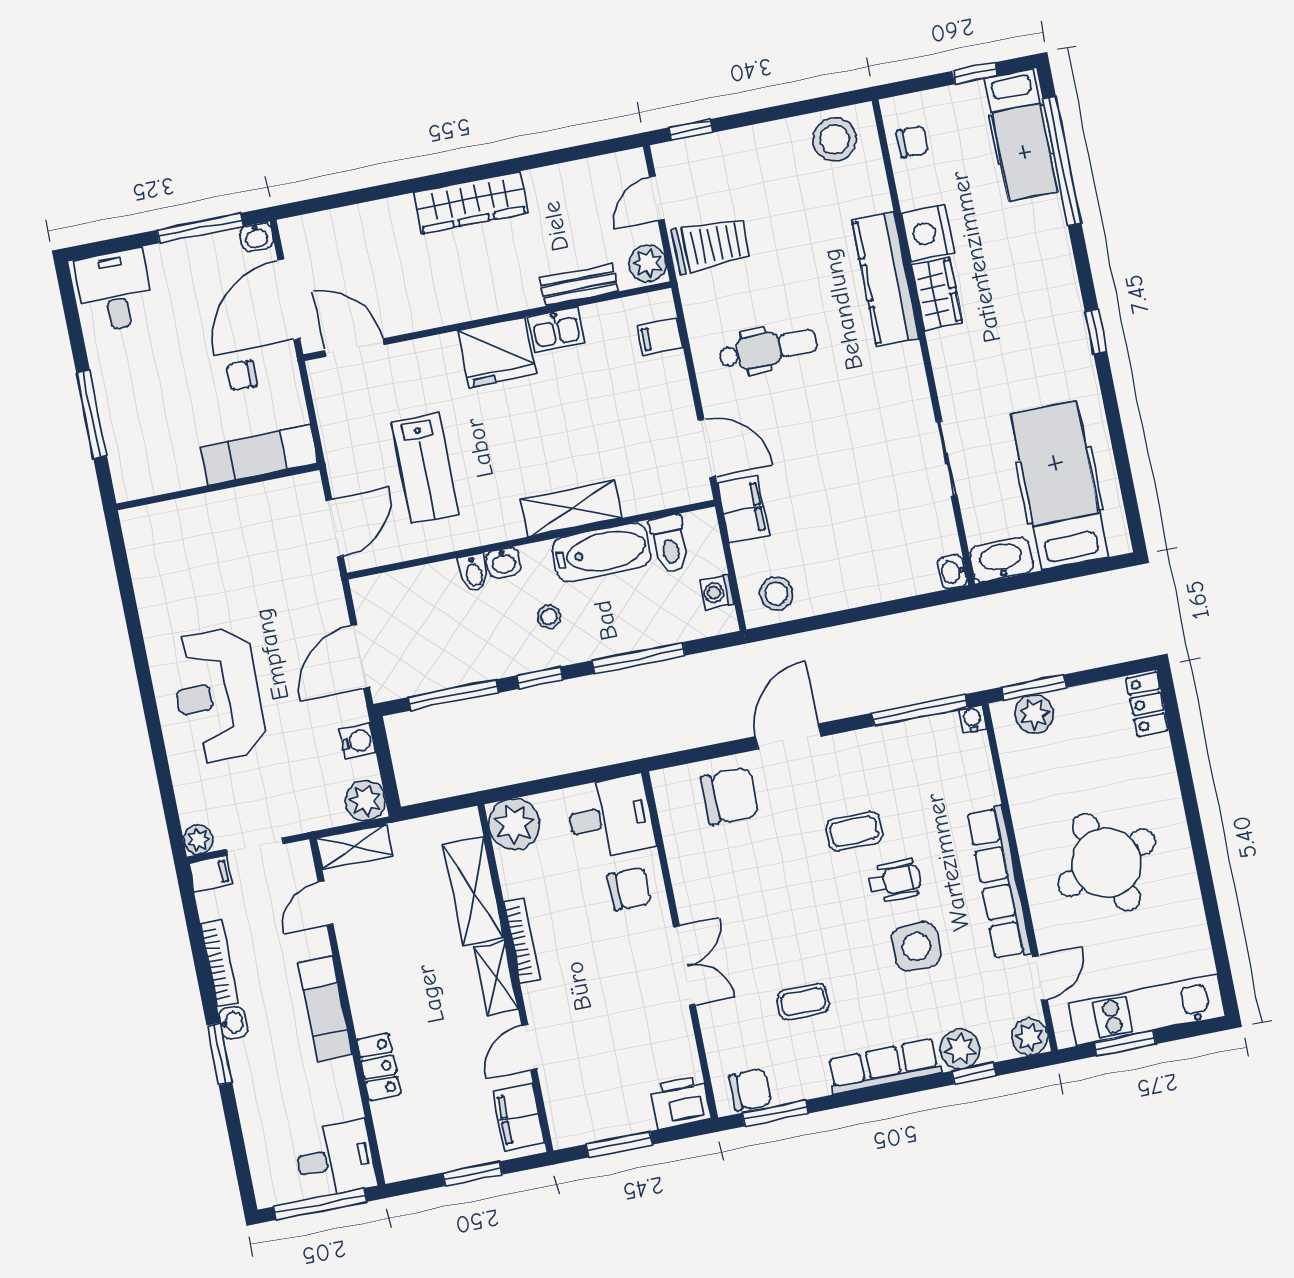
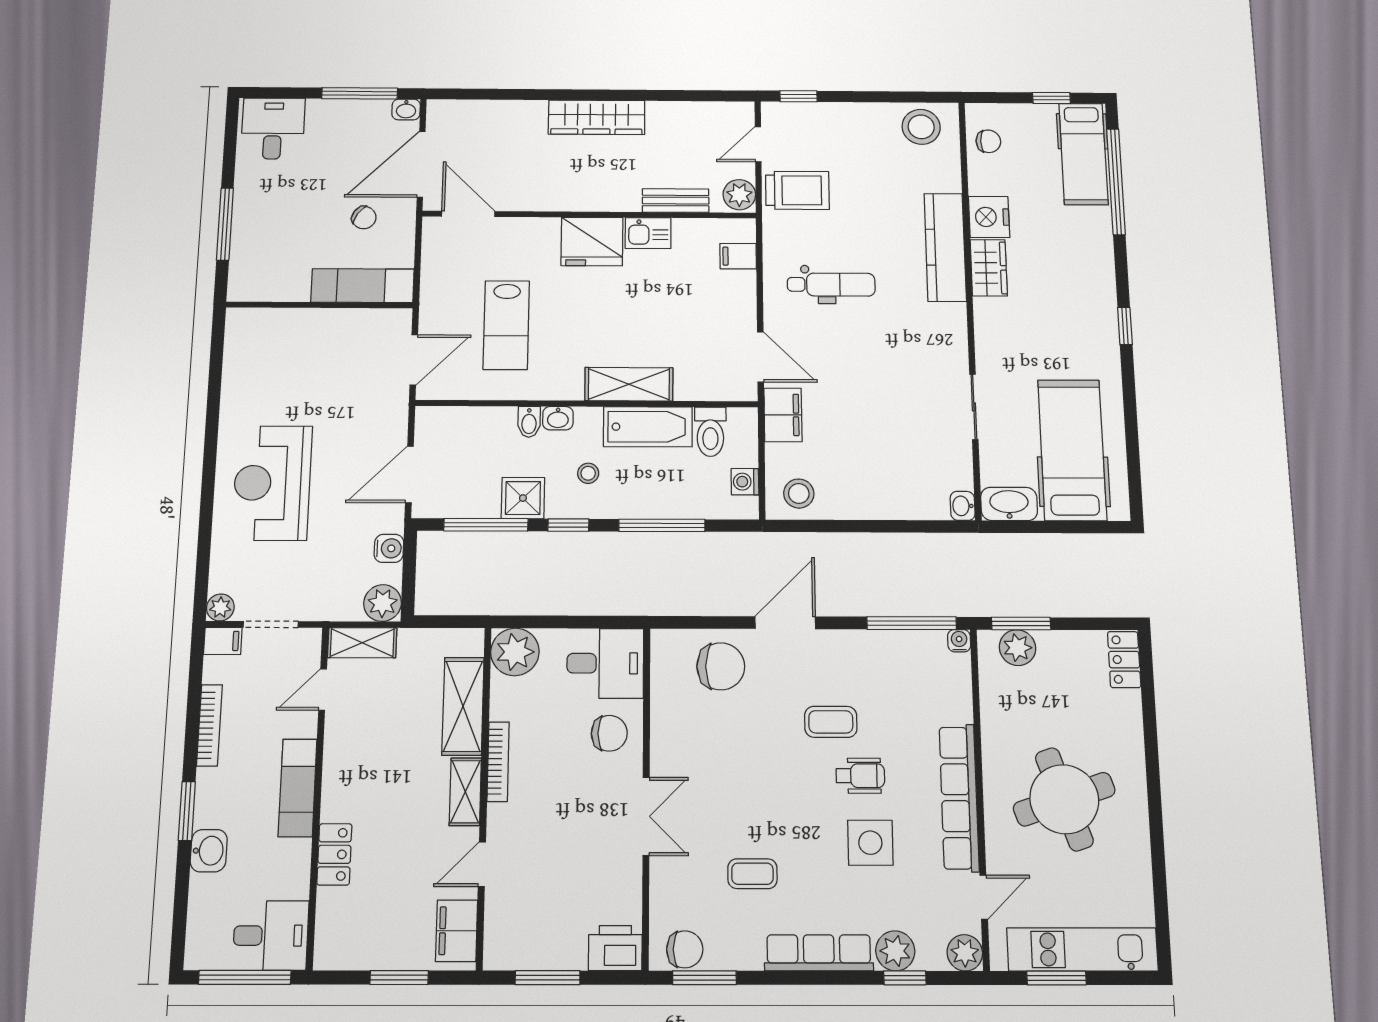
chair: (241, 376) -> (364, 218), turned -146
shower: (486, 658) -> (523, 498), added
washbasin: (233, 1023) -> (209, 851), moved, width x1.38, depth x1.45

